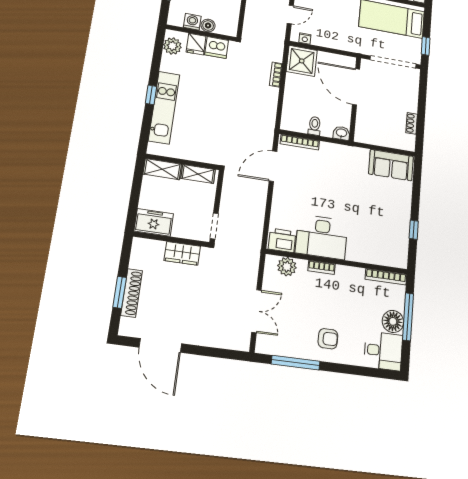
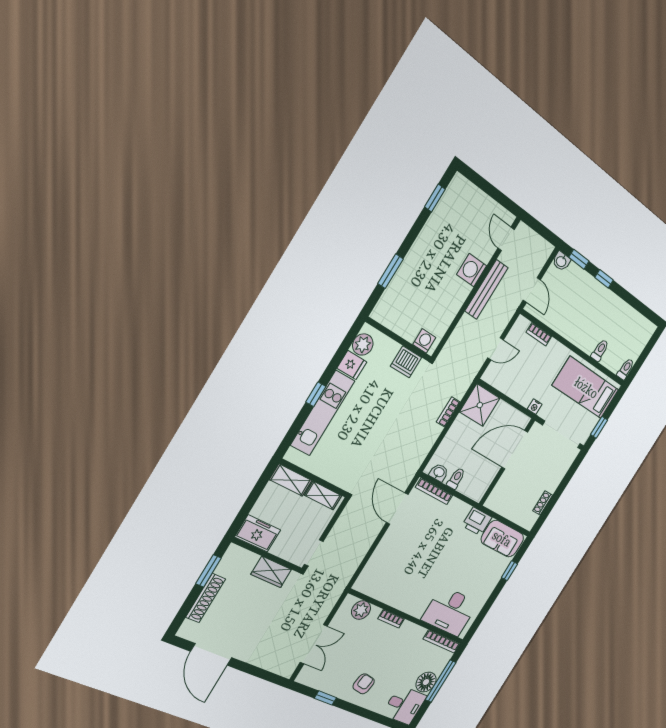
washing machine: (192, 22) -> (424, 341), moved
boiler: (208, 25) -> (410, 333), removed
nightstand: (305, 39) -> (535, 407), moved
fridge: (196, 44) -> (352, 365), moved, turned -90
door: (356, 87) -> (515, 450), hinge flipped
washbasin: (341, 133) -> (439, 473), moved
door: (273, 166) -> (397, 508), hinge flipped
window: (414, 230) -> (509, 571), moved
desk: (322, 237) -> (450, 611), moved
printer: (282, 240) -> (477, 521), moved, turned 180
window: (120, 292) -> (208, 571), moved
armchair: (328, 339) -> (364, 684), turned -81
window: (296, 363) -> (325, 698), width x0.46

